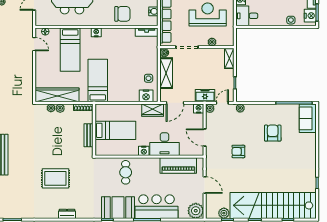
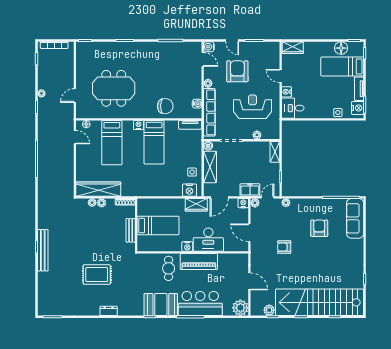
bed: (98, 81) -> (154, 142), moved, turned 180
sofa: (308, 118) -> (355, 218), width x1.36
piano: (178, 166) -> (199, 262), moved

